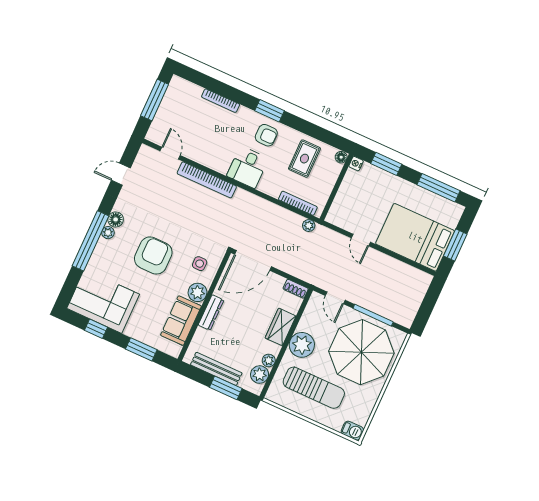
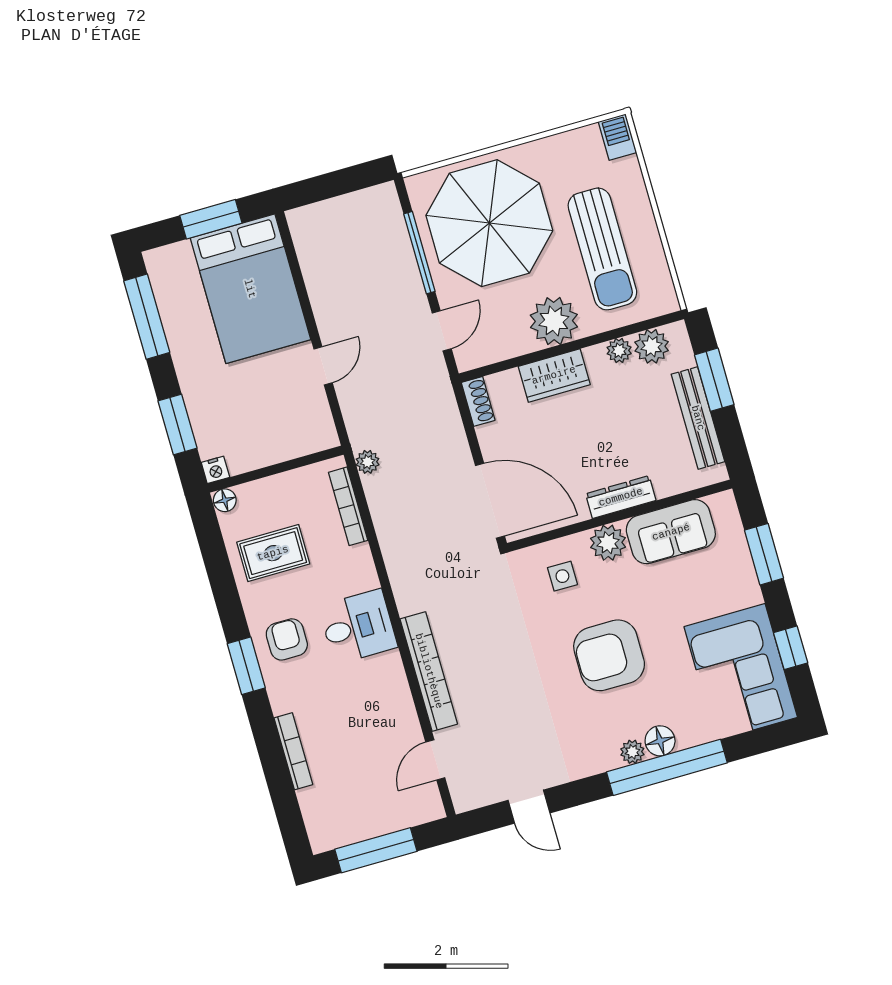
floor lamp: (116, 219) -> (660, 741), moved
sun lounger: (314, 388) -> (602, 249), turned 180

